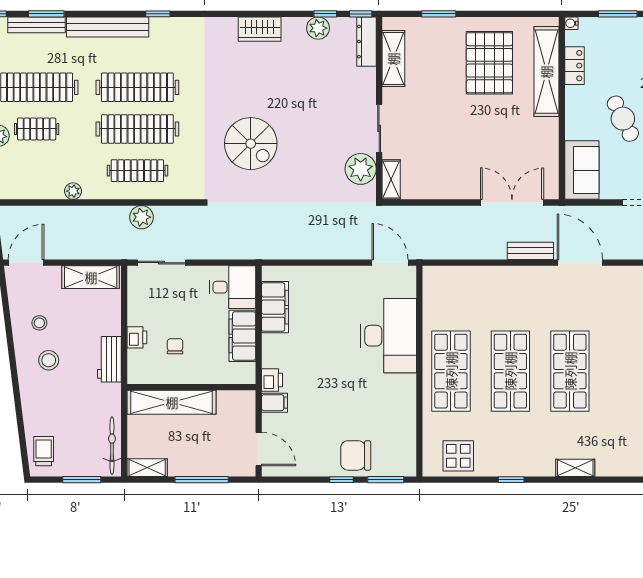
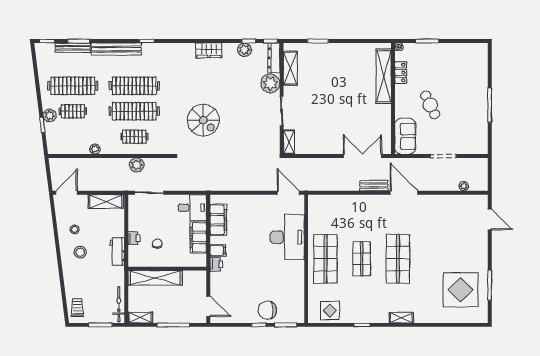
pallet: (489, 63) -> (349, 71), removed
plant: (361, 169) -> (270, 83), moved
clothes rail: (137, 171) -> (134, 137), width x0.73
shop shelf: (510, 371) -> (362, 259), width x0.70, depth x0.74
filing cabinet: (274, 403) -> (218, 250), moved

